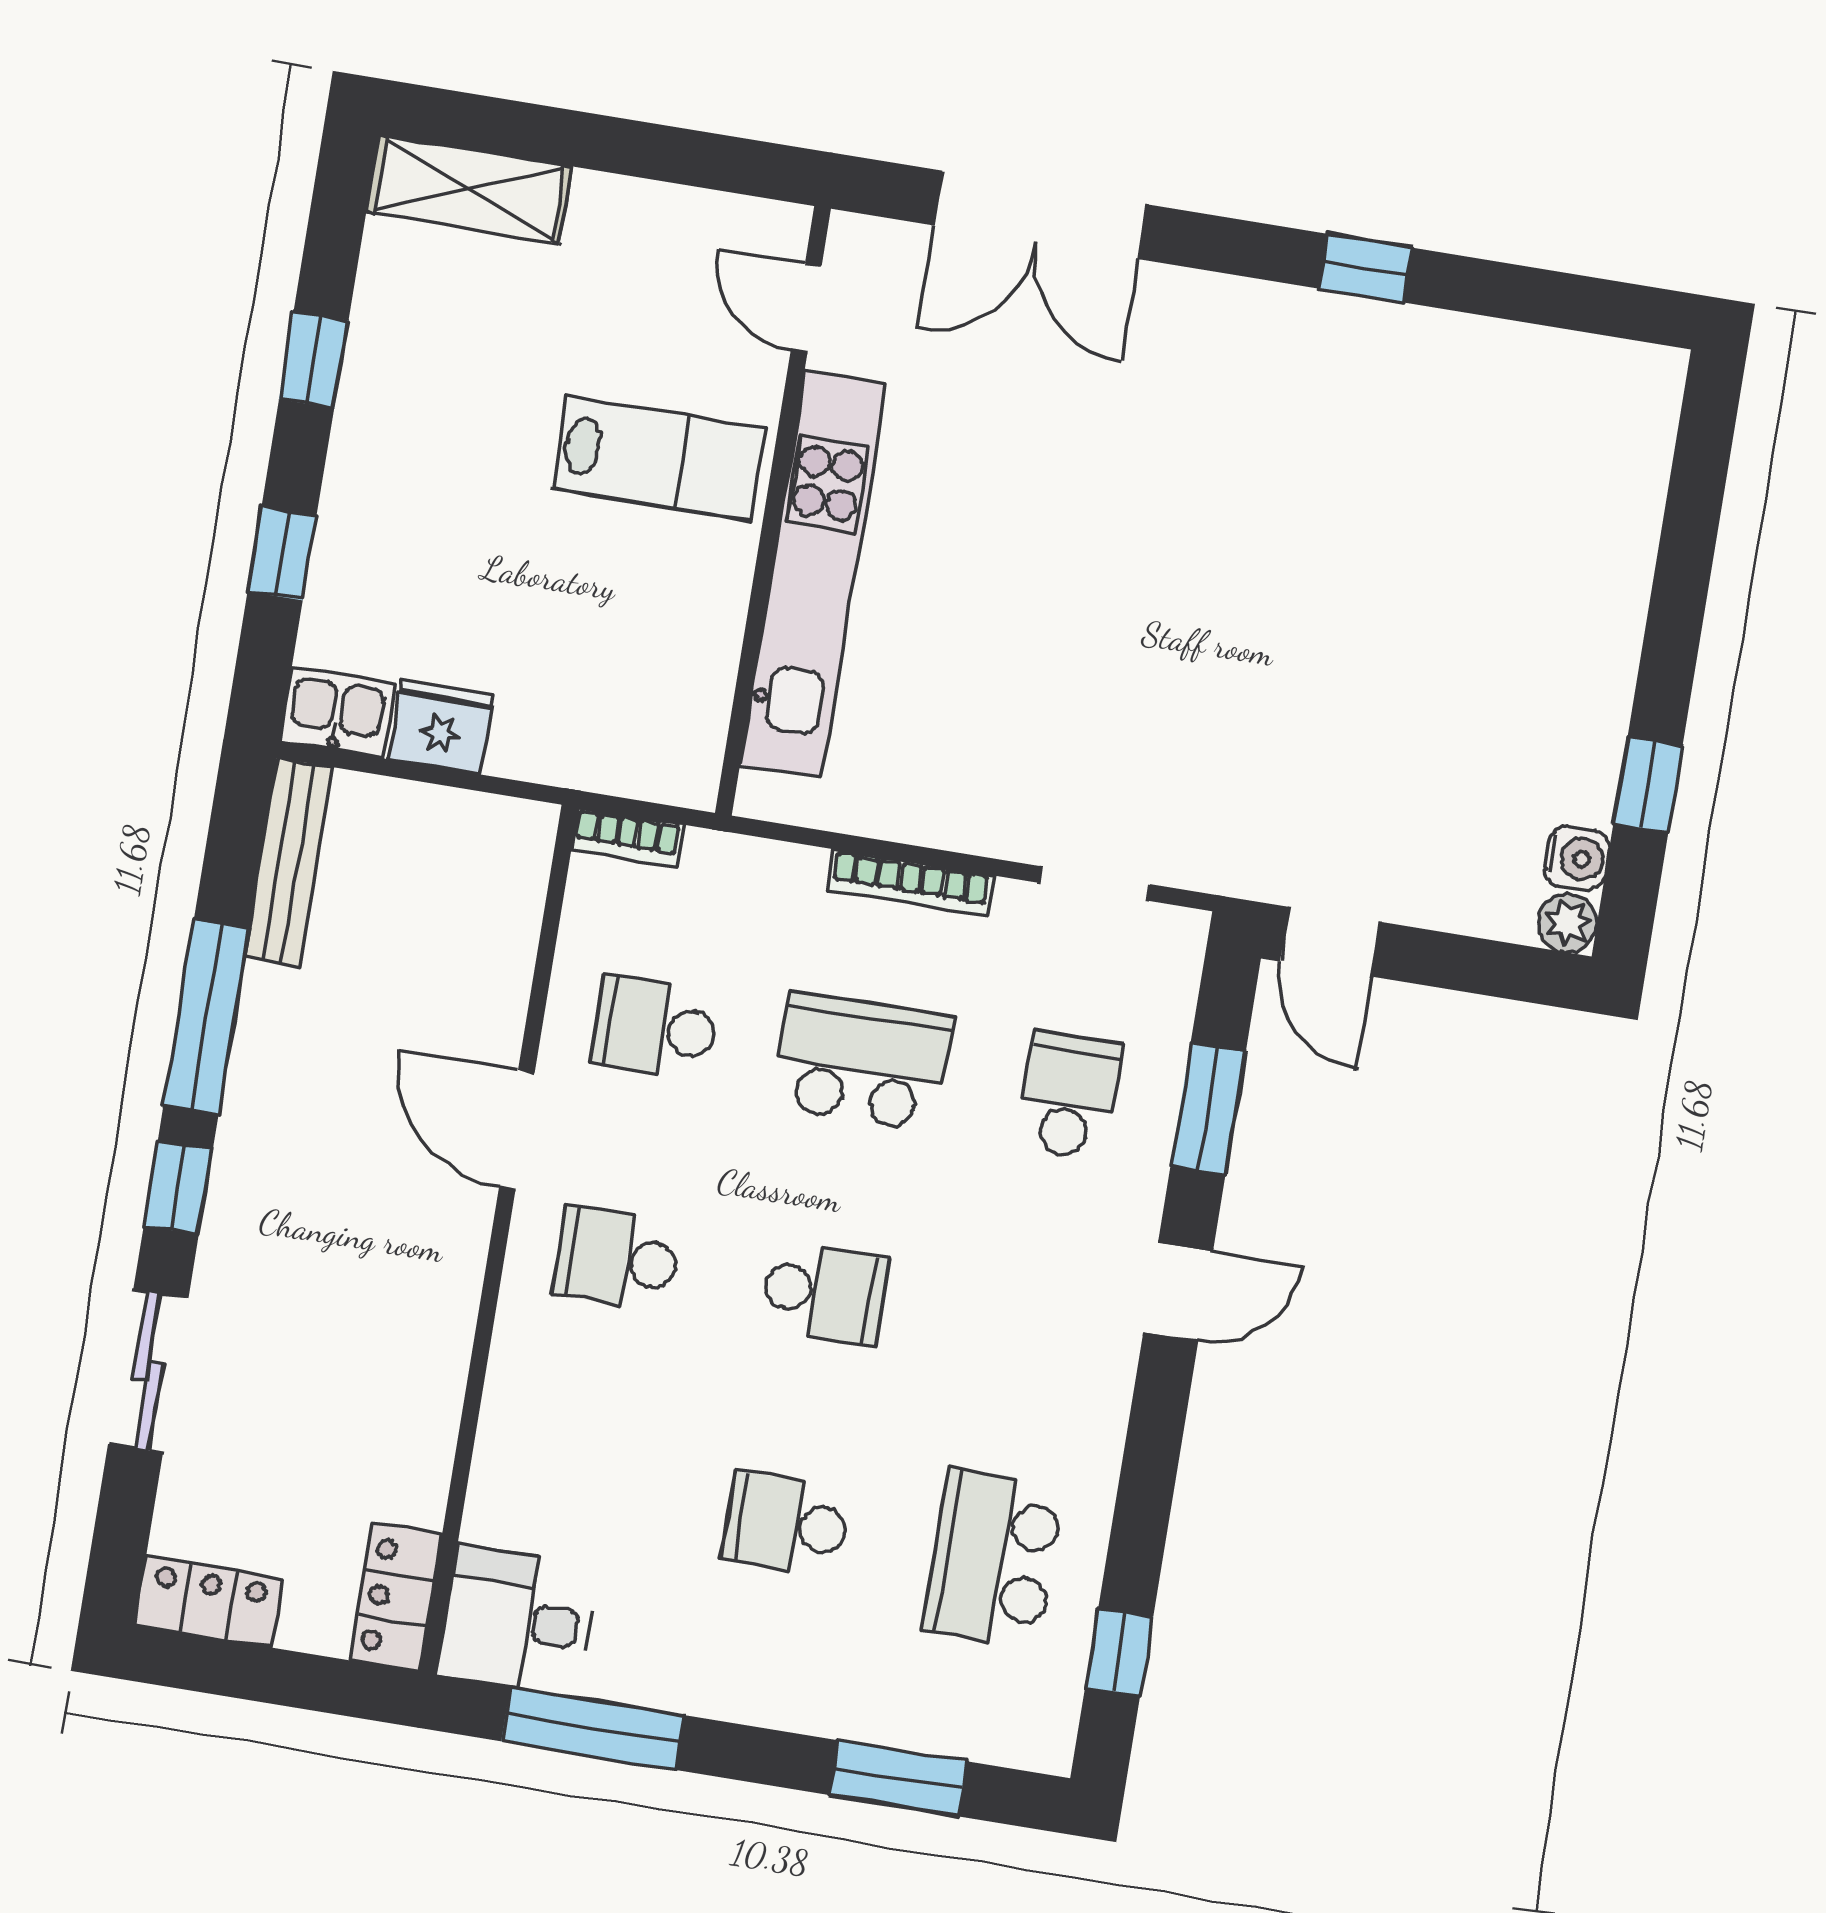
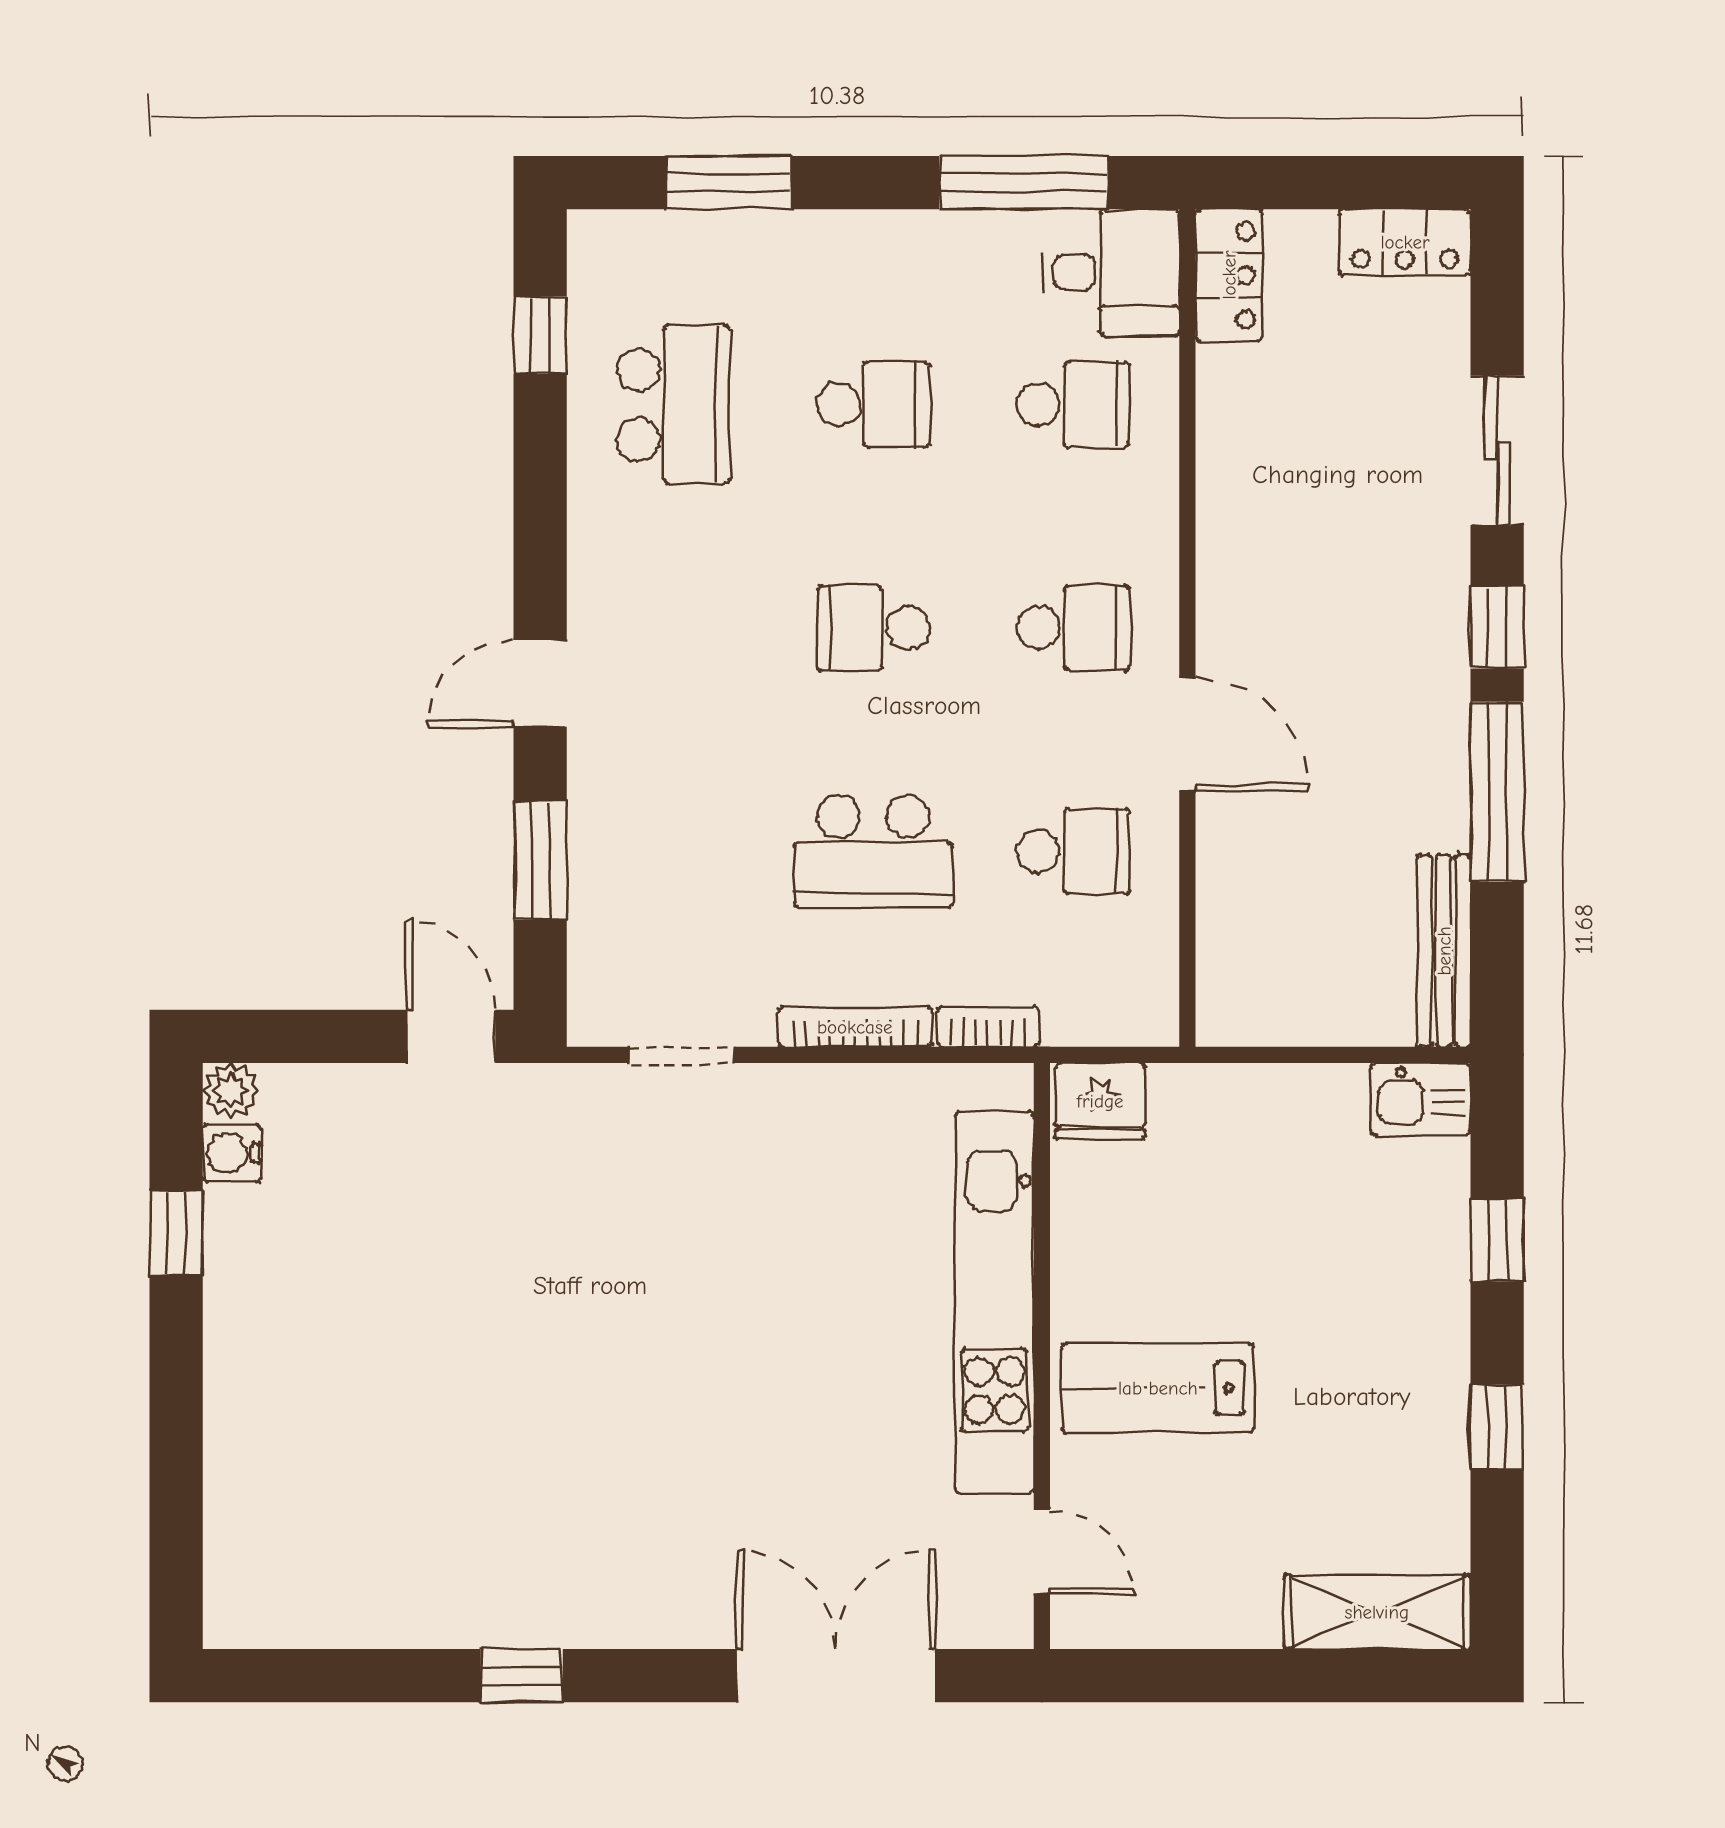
fridge: (441, 727) -> (1100, 1101), moved
bookcase: (627, 837) -> (988, 1027), moved
school desk: (1069, 1095) -> (1073, 404), moved, turned -90

